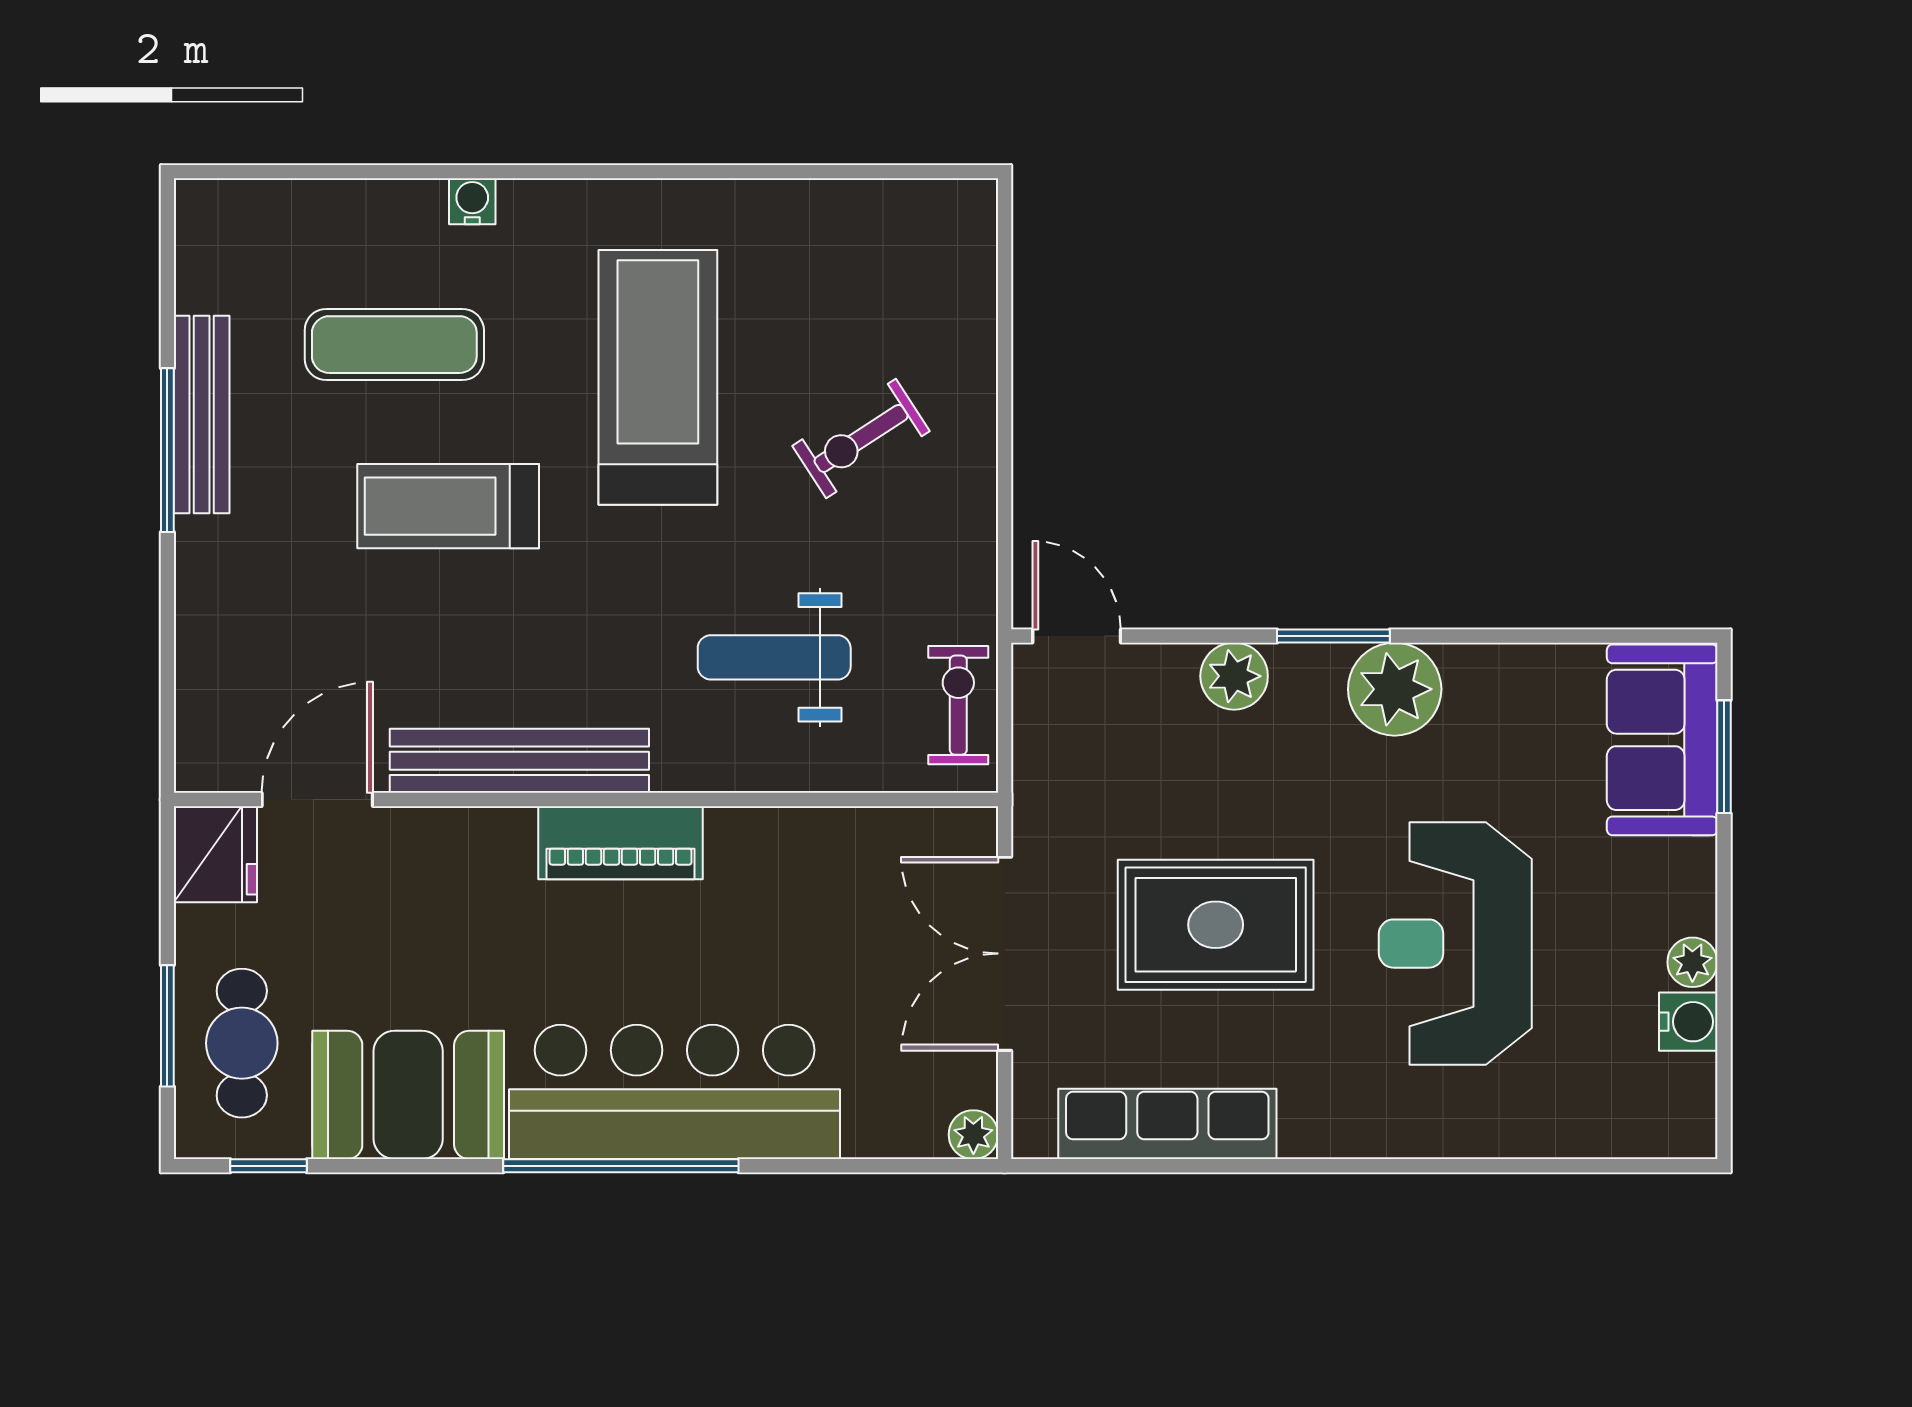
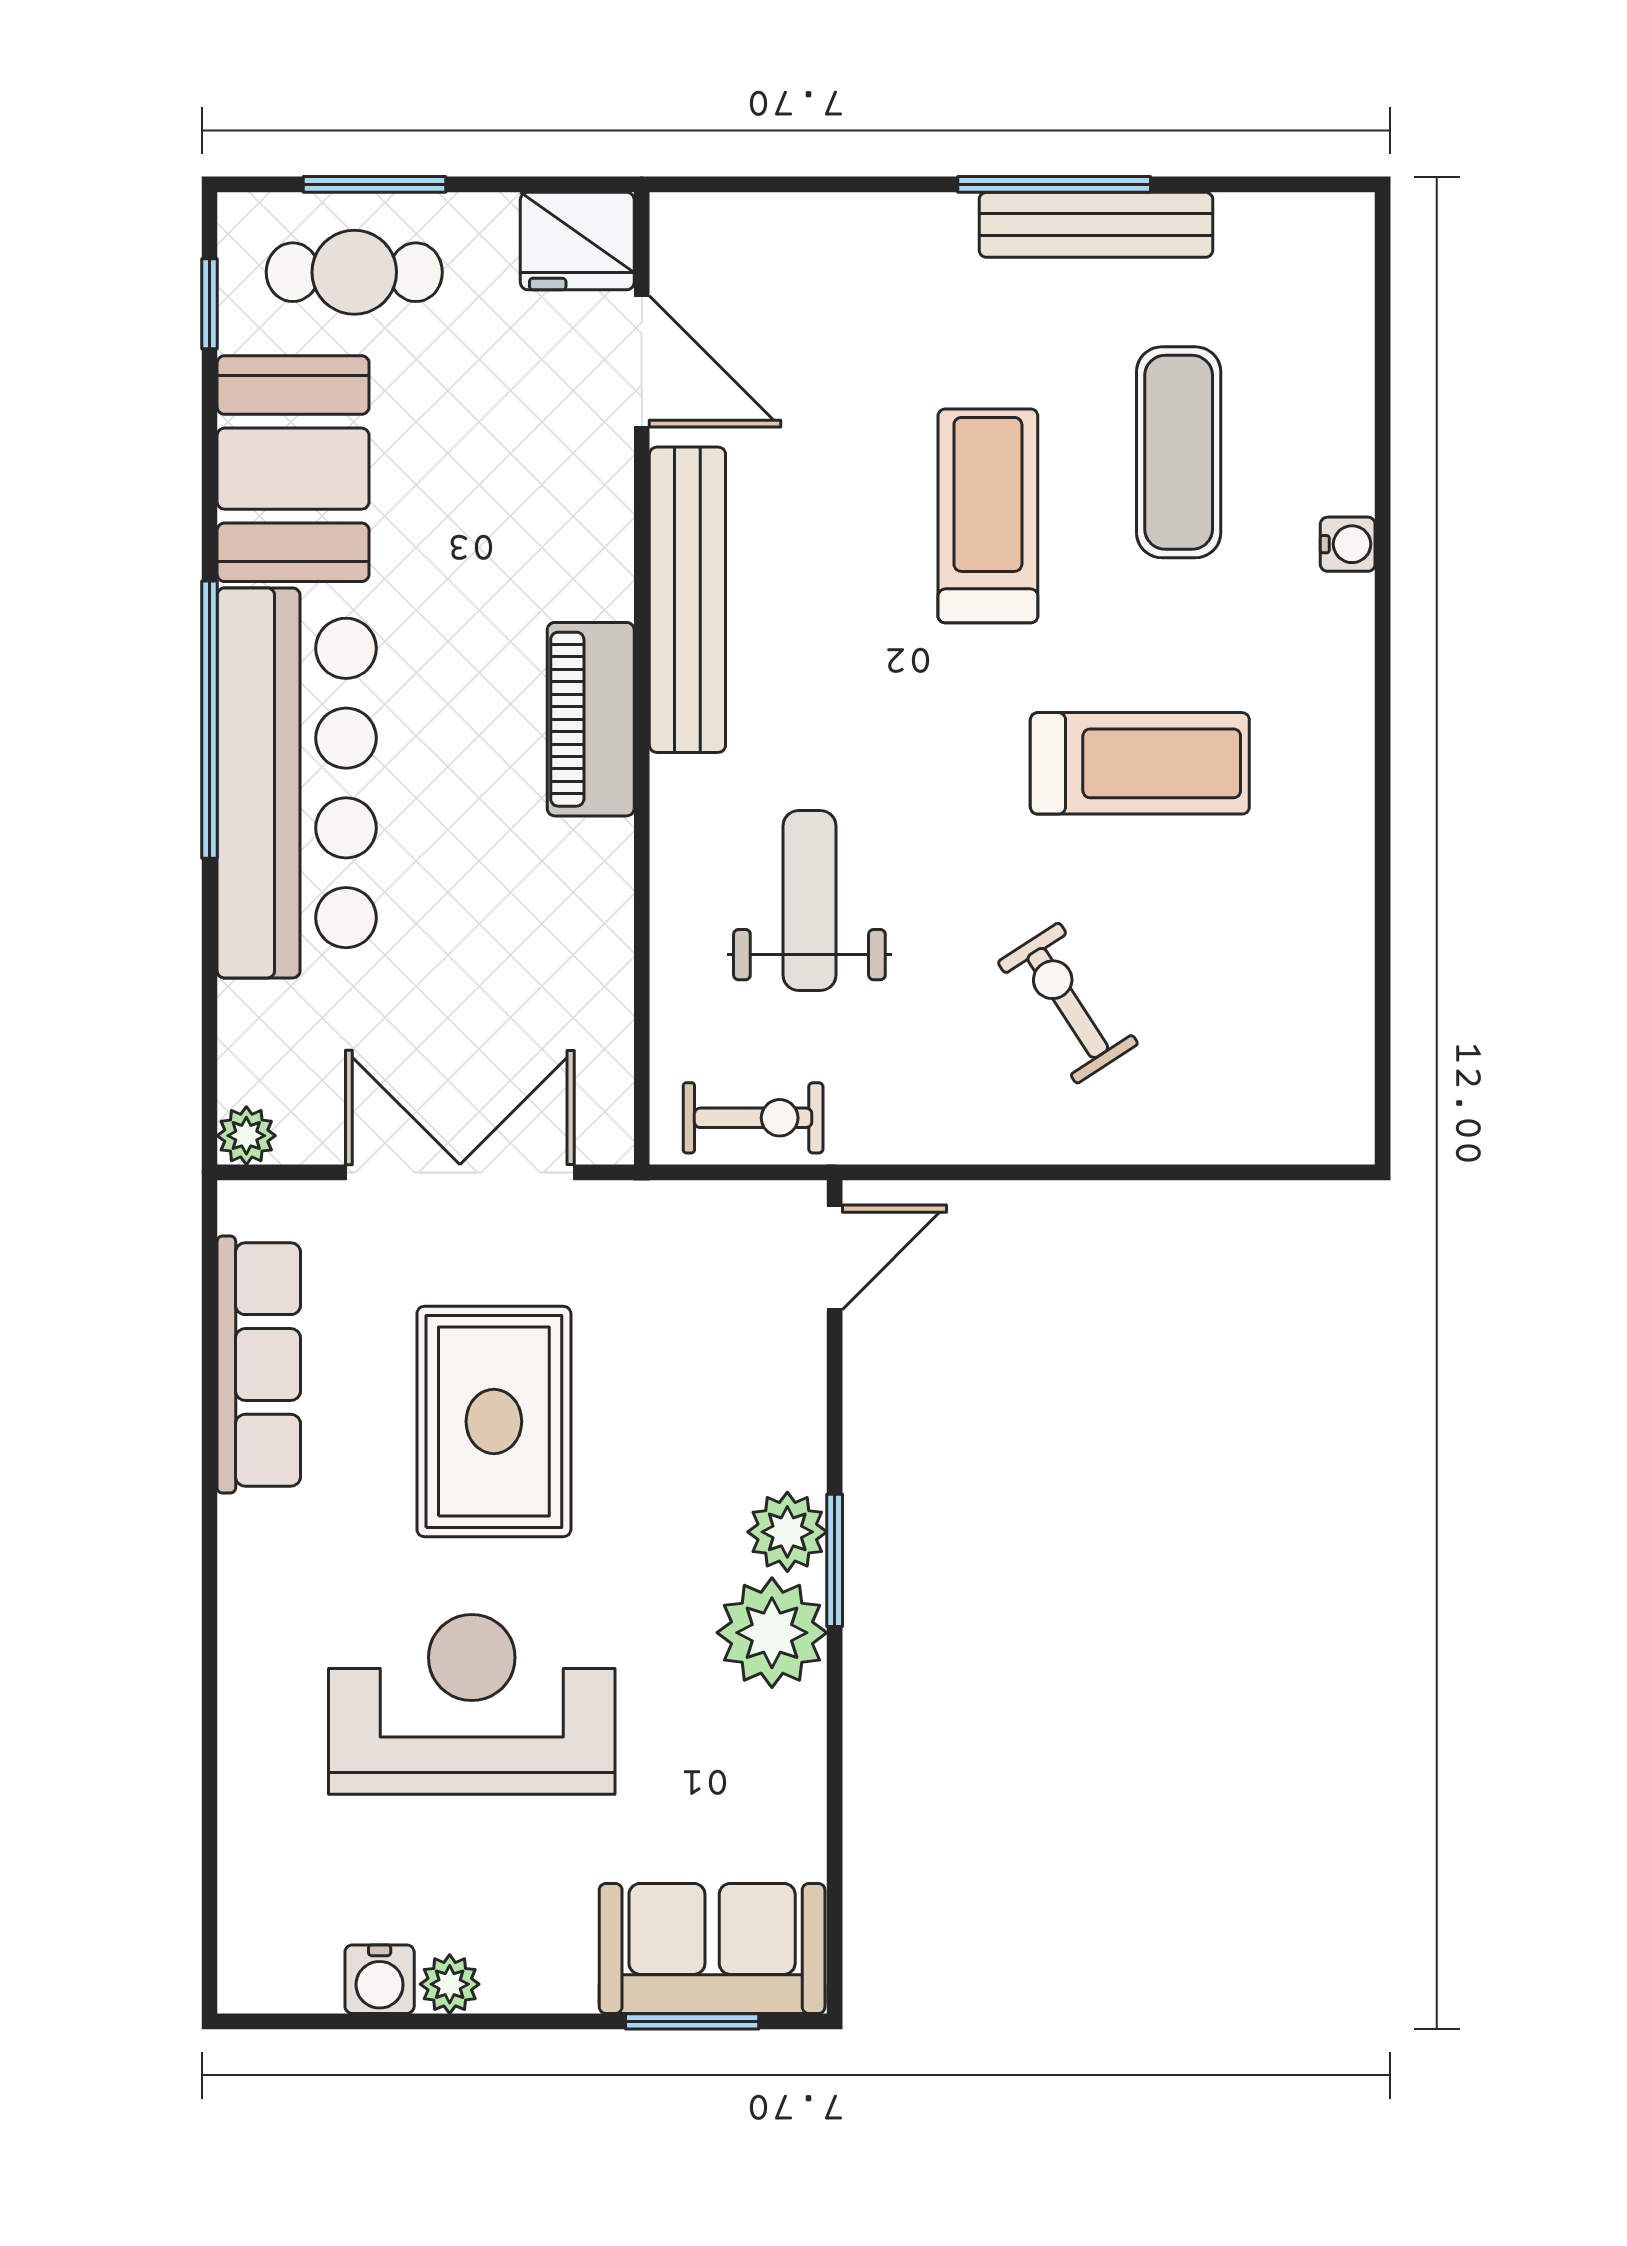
treadmill: (658, 377) -> (1140, 763), width x0.73, depth x0.73
plant: (1234, 676) -> (787, 1532), moved

